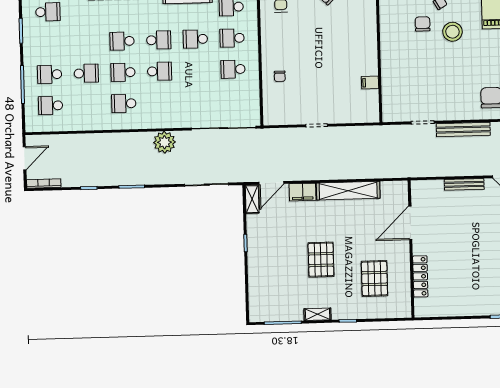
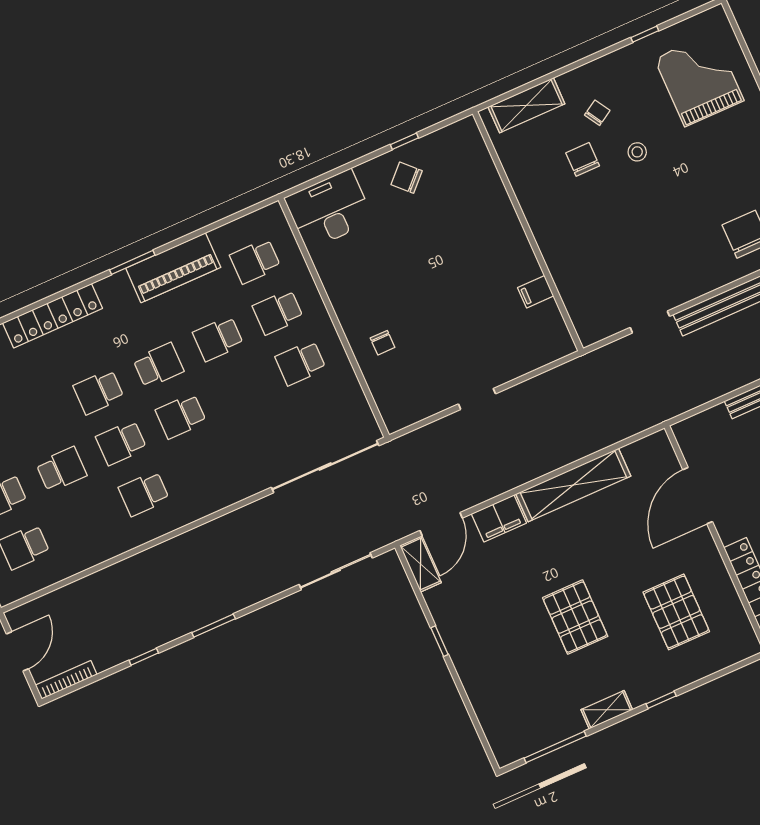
stool: (452, 32) -> (637, 152), width x0.53, depth x0.53
school desk: (160, 71) -> (181, 416), turned 180
plant: (164, 142) -> (237, 530), removed

